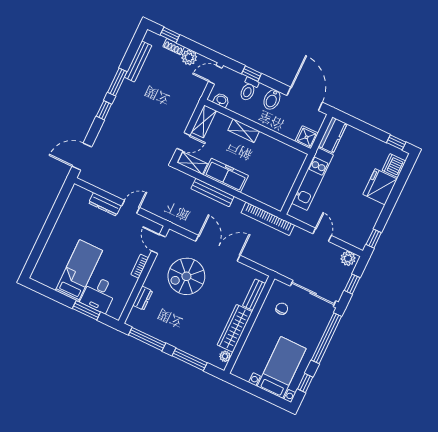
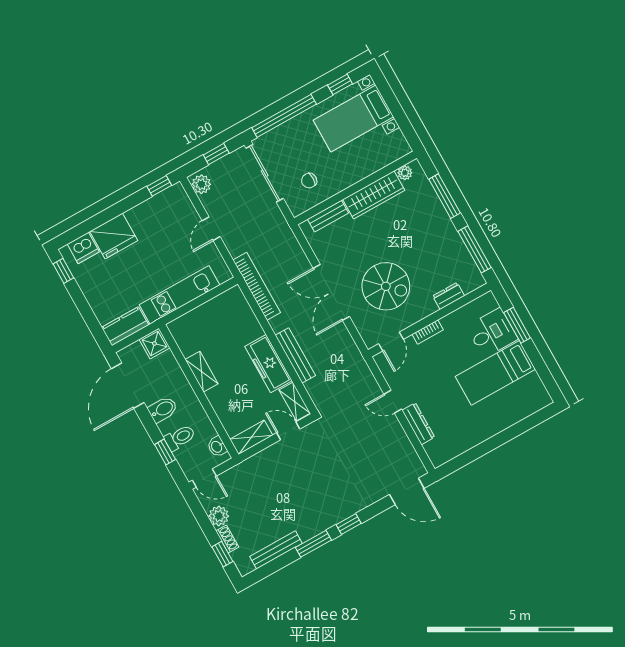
shelving: (244, 131) -> (202, 372), moved

